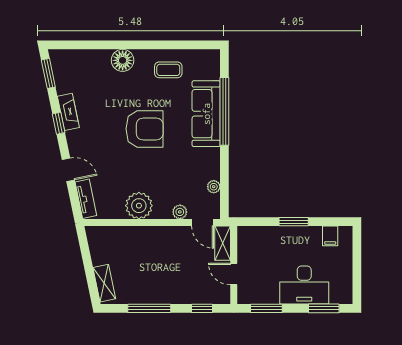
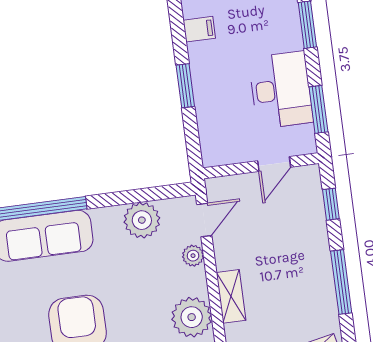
plant: (214, 187) -> (142, 220), width x1.88, depth x1.88
shelving: (223, 243) -> (231, 296), moved, turned 90
desk: (304, 285) -> (281, 90), moved

